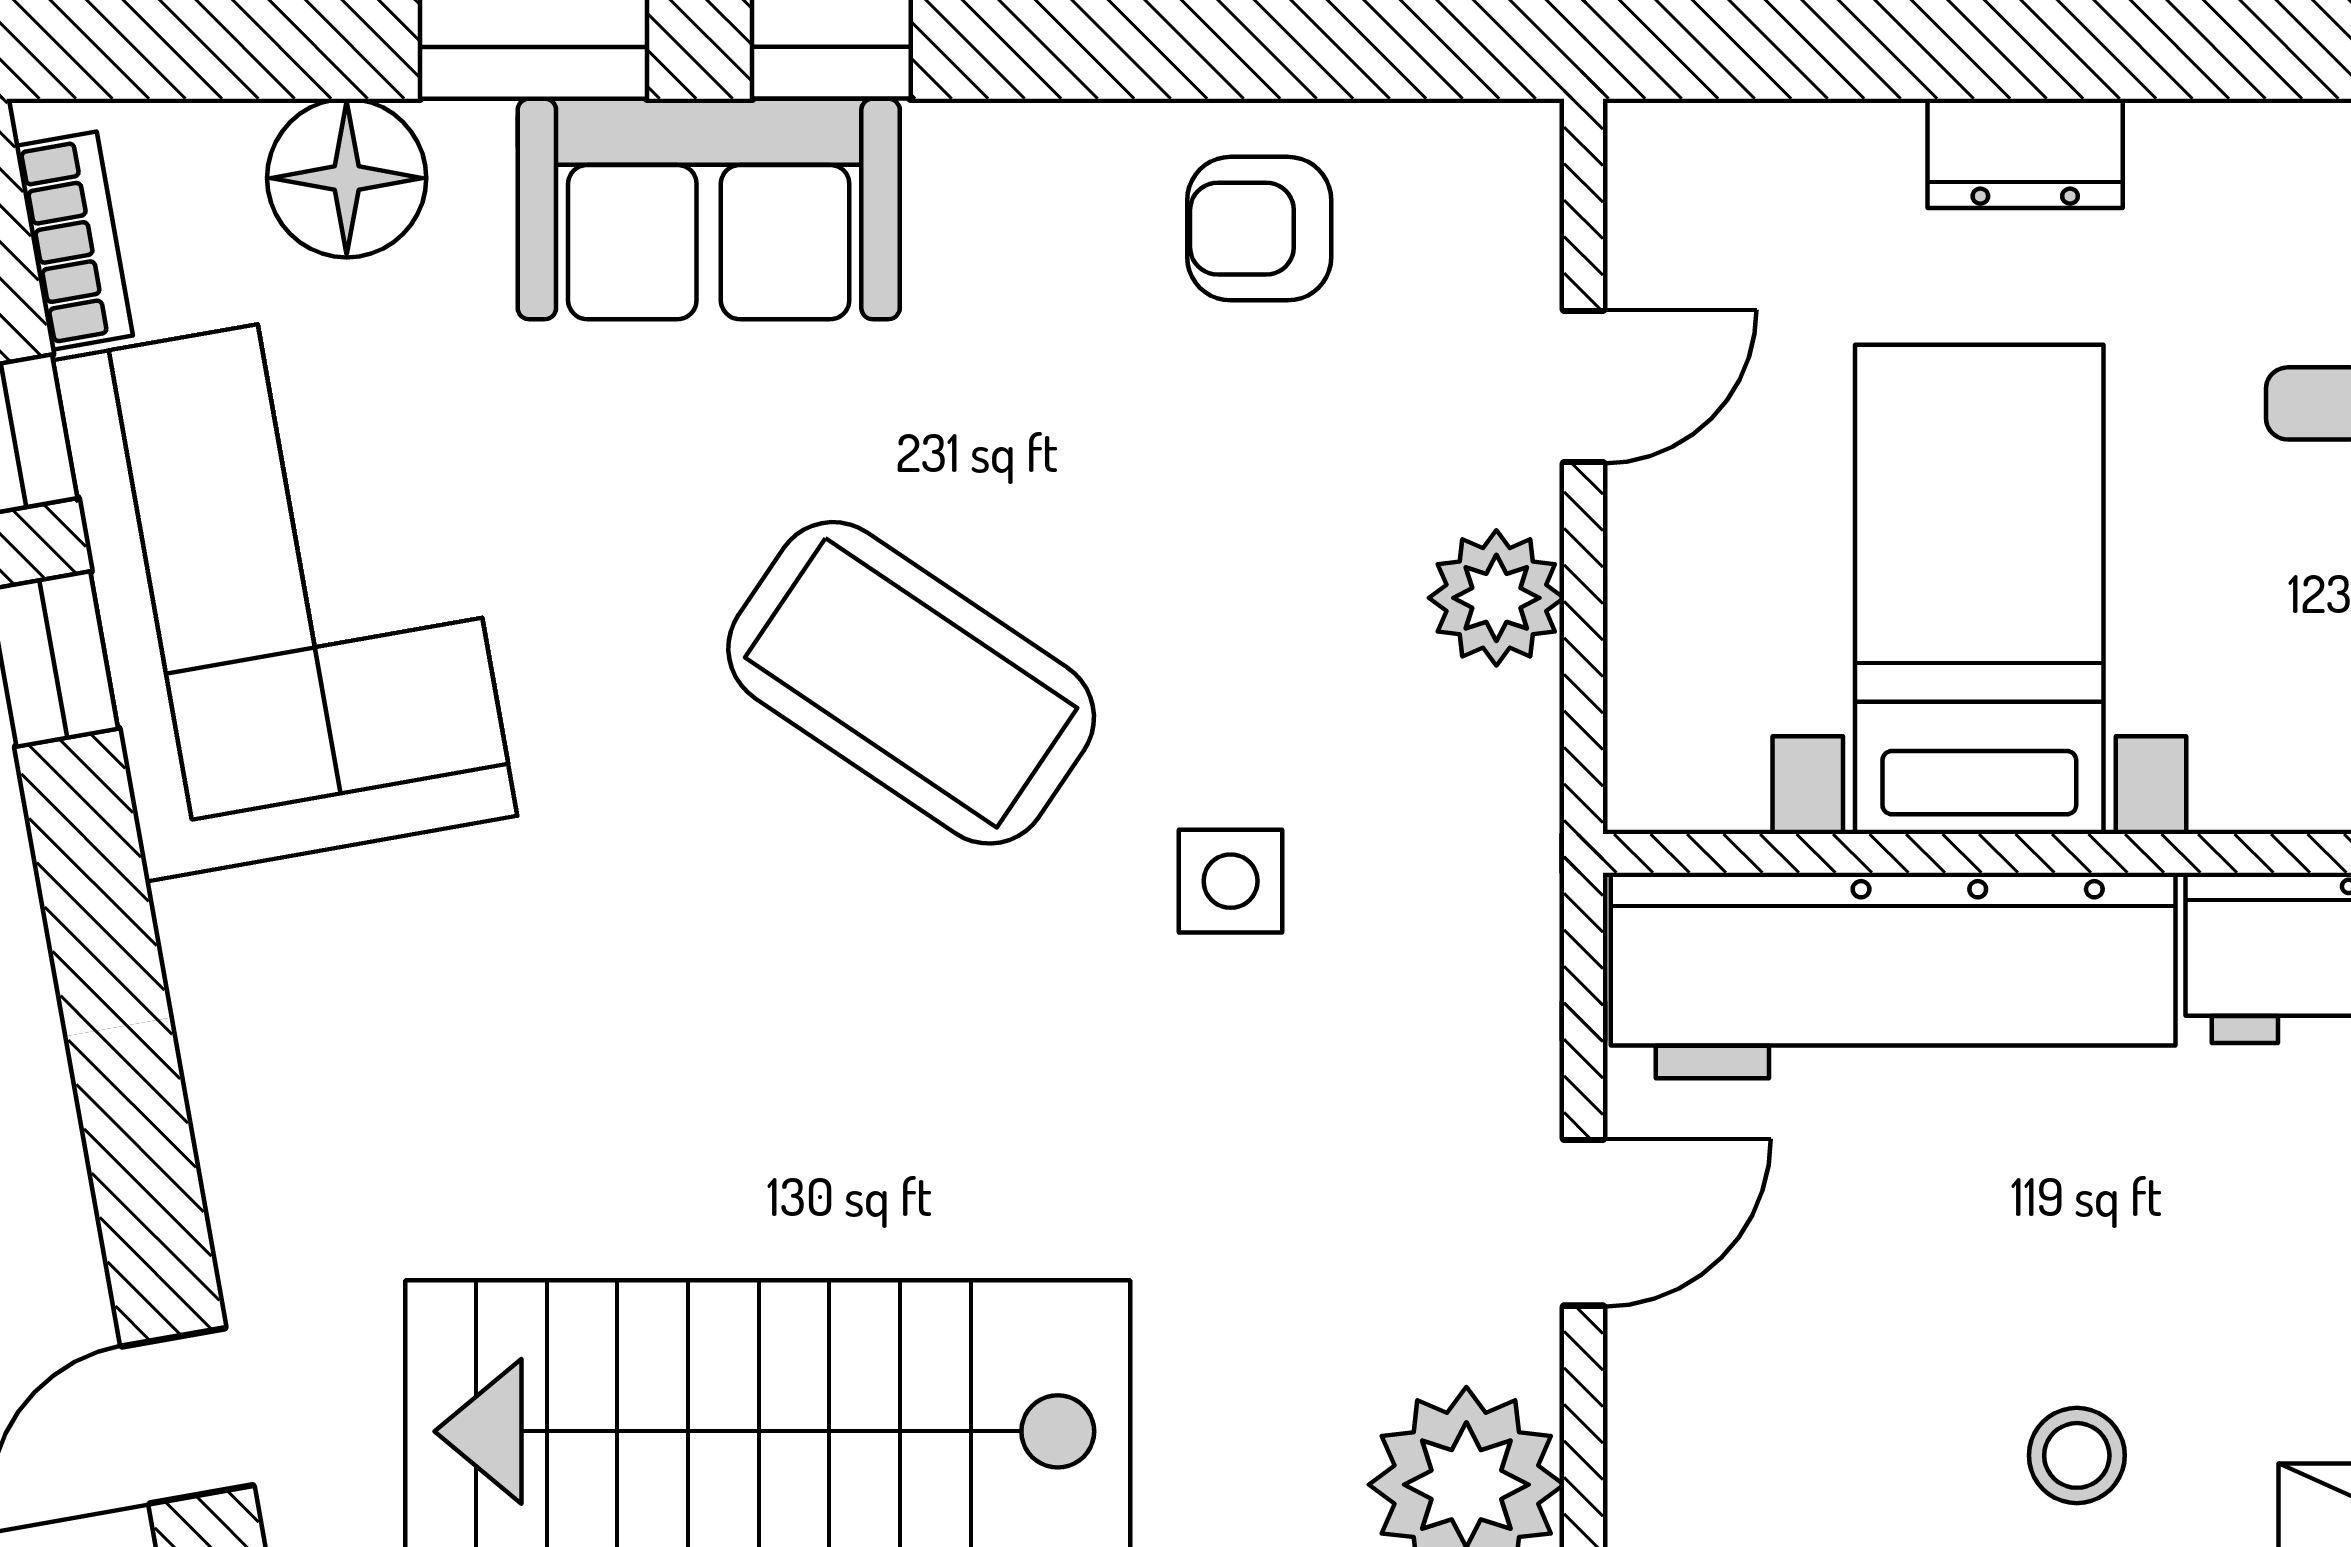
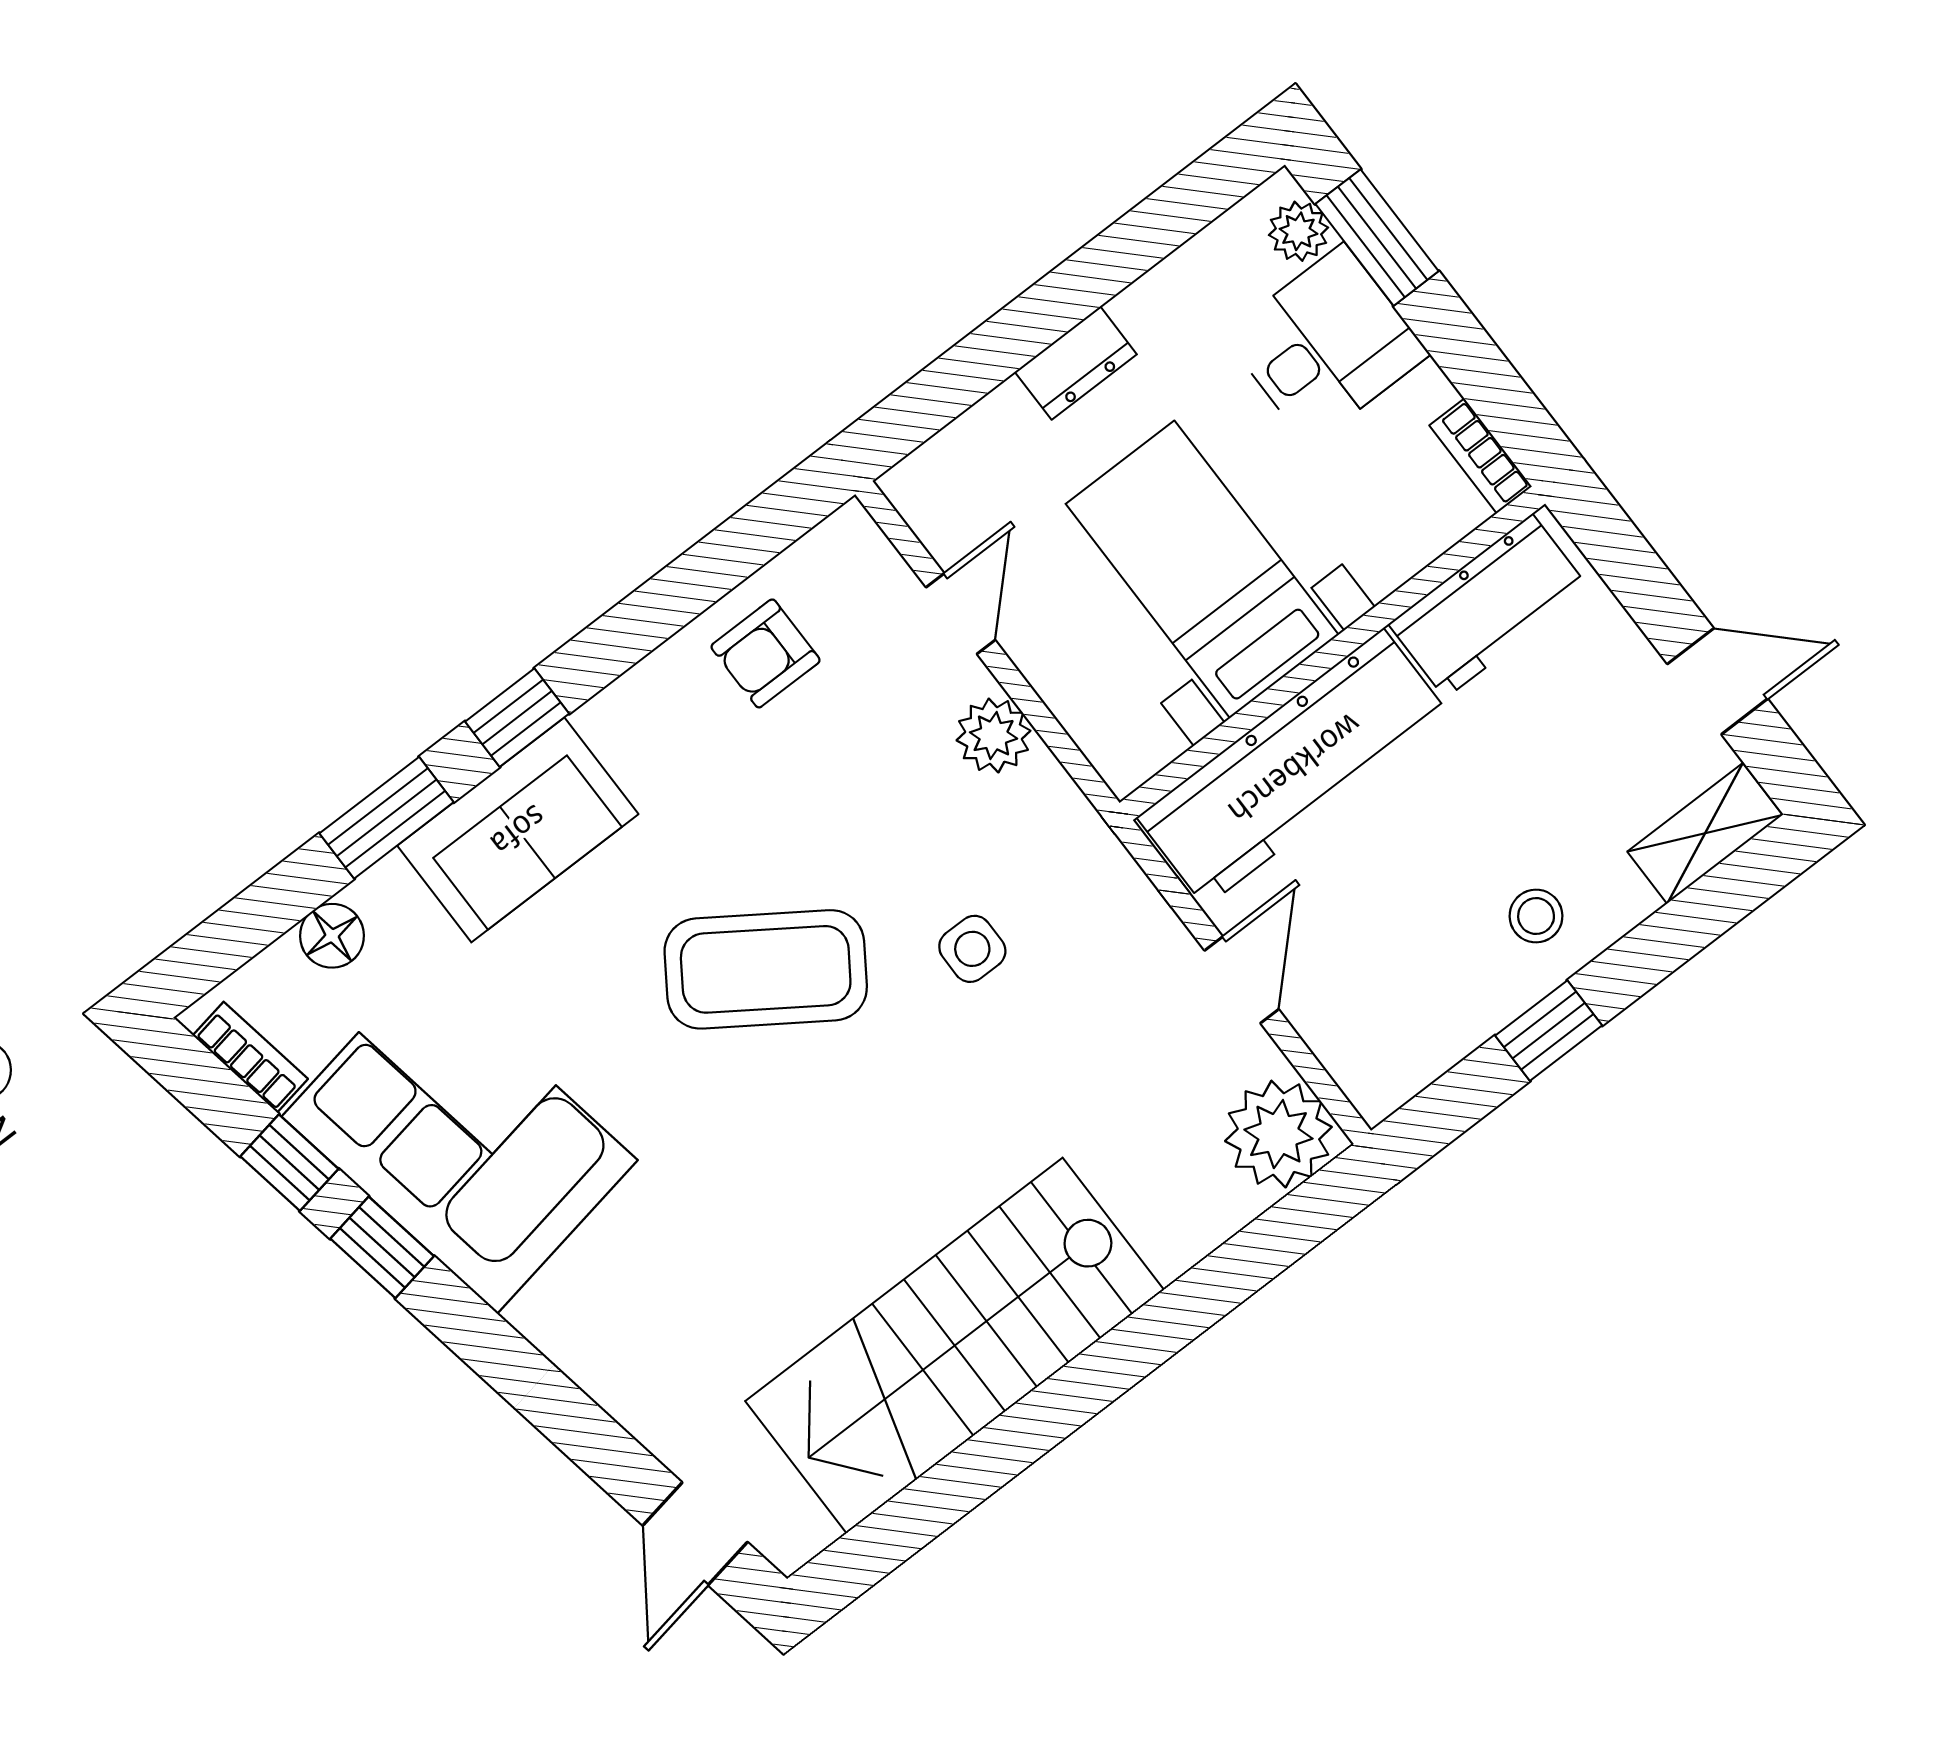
floor lamp: (347, 178) -> (332, 936), width x0.73, depth x0.73

